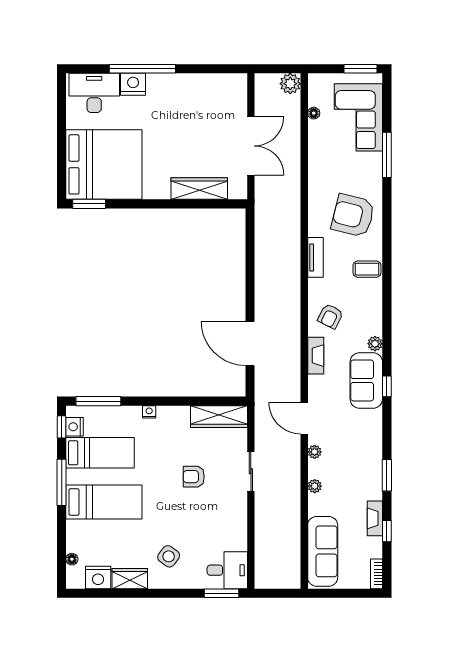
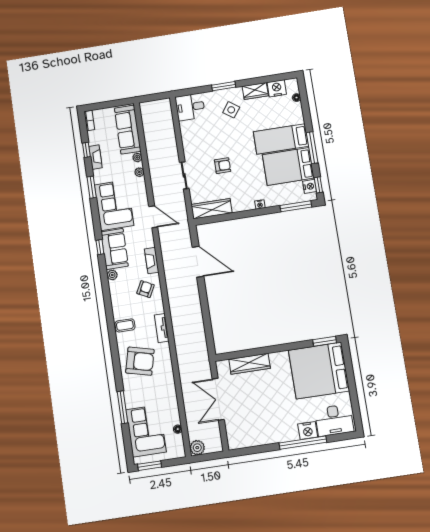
corner sofa: (358, 444) -> (114, 205), added
plant: (315, 452) -> (137, 157), moved
bed: (100, 453) -> (288, 166), width x1.50
window: (222, 593) -> (224, 86), moved

